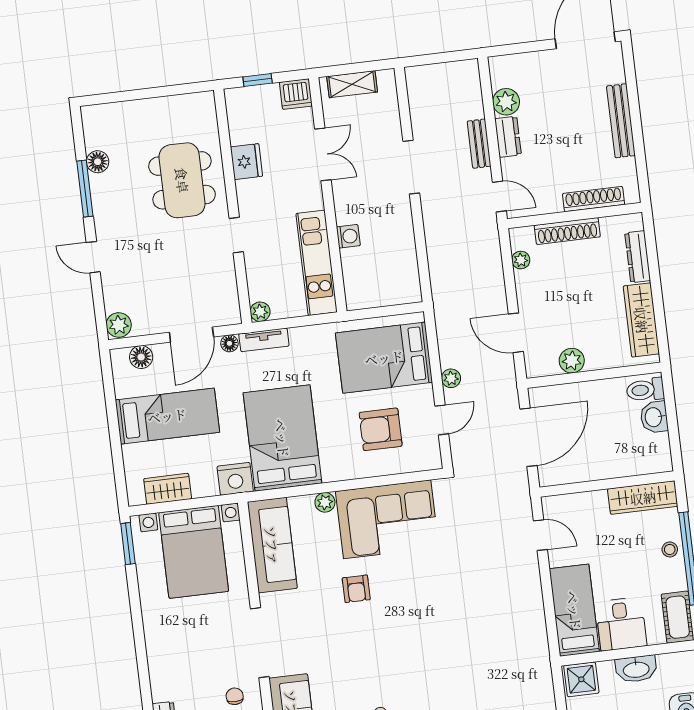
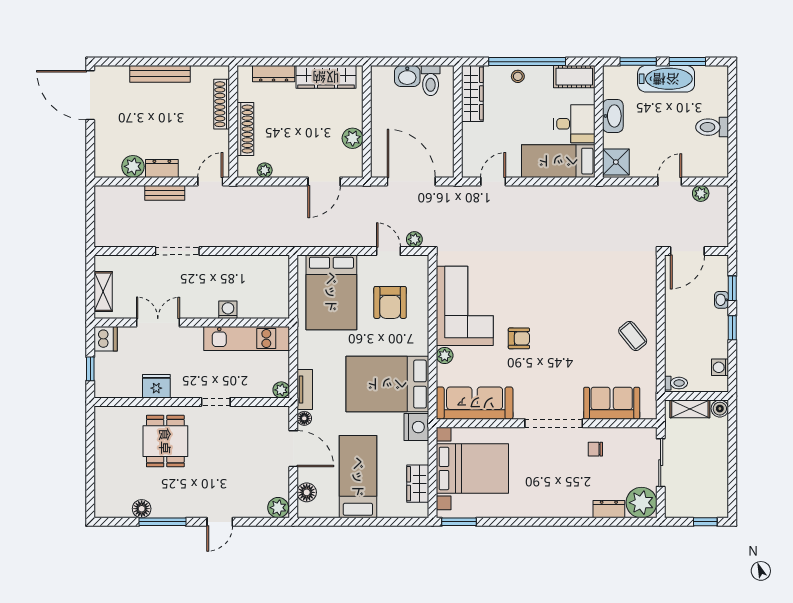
dining table: (182, 180) -> (165, 441), width x0.73
plant: (451, 378) -> (414, 239), moved
toilet: (645, 390) -> (431, 81), moved

